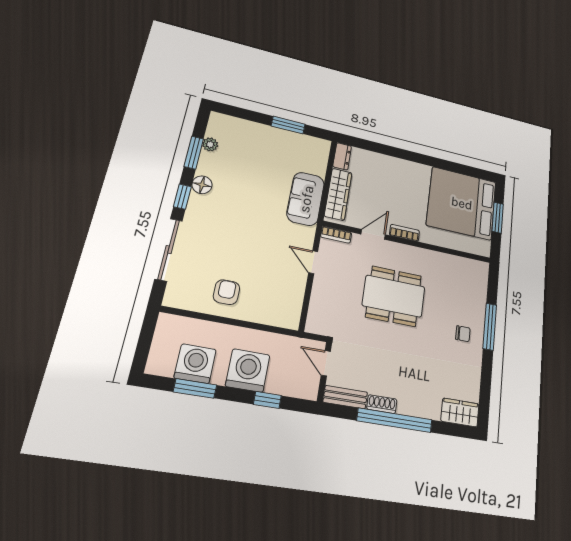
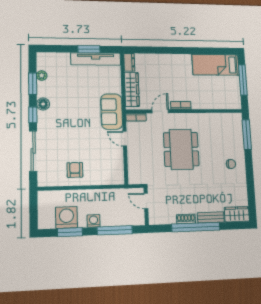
tv unit: (295, 140) -> (96, 59), added
sofa: (306, 199) -> (112, 112), moved
bed: (462, 203) -> (216, 65), width x0.49
window: (498, 218) -> (243, 80), width x1.44
dining table: (394, 296) -> (181, 149), turned 90
window: (490, 327) -> (247, 135), moved
washing machine: (248, 370) -> (94, 221), width x0.53, depth x0.53
bench: (345, 397) -> (211, 217), moved
window: (267, 400) -> (115, 230), width x2.17

